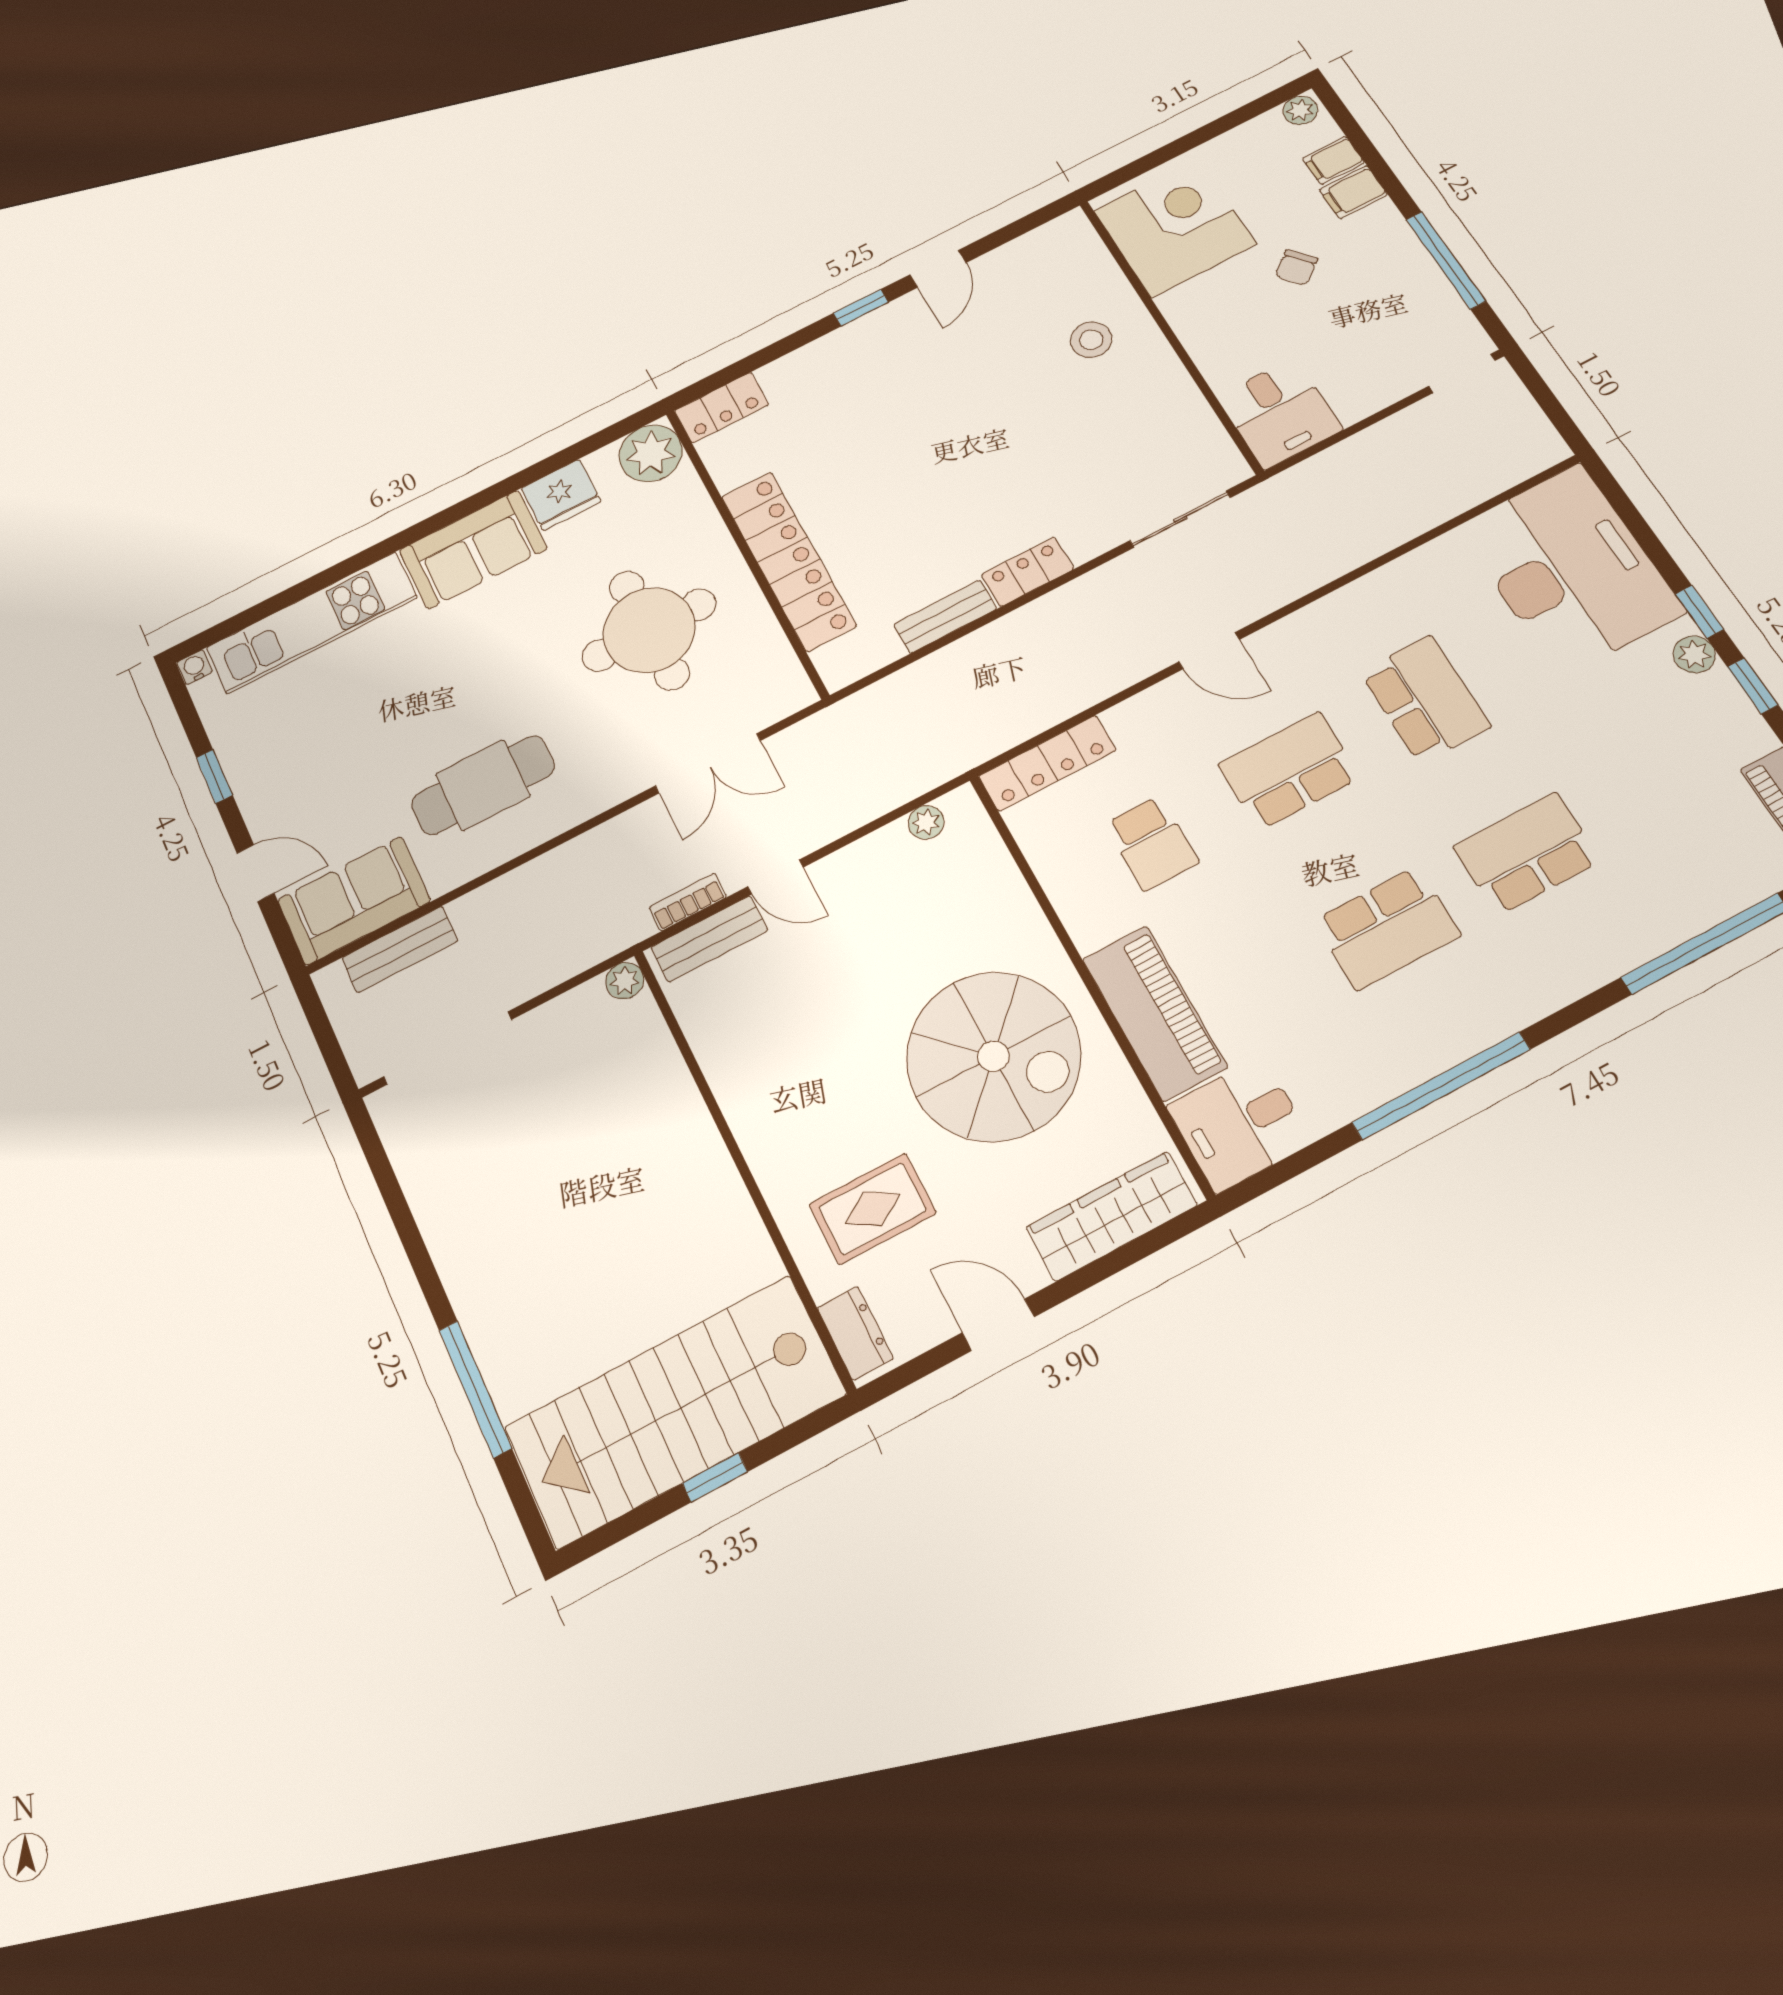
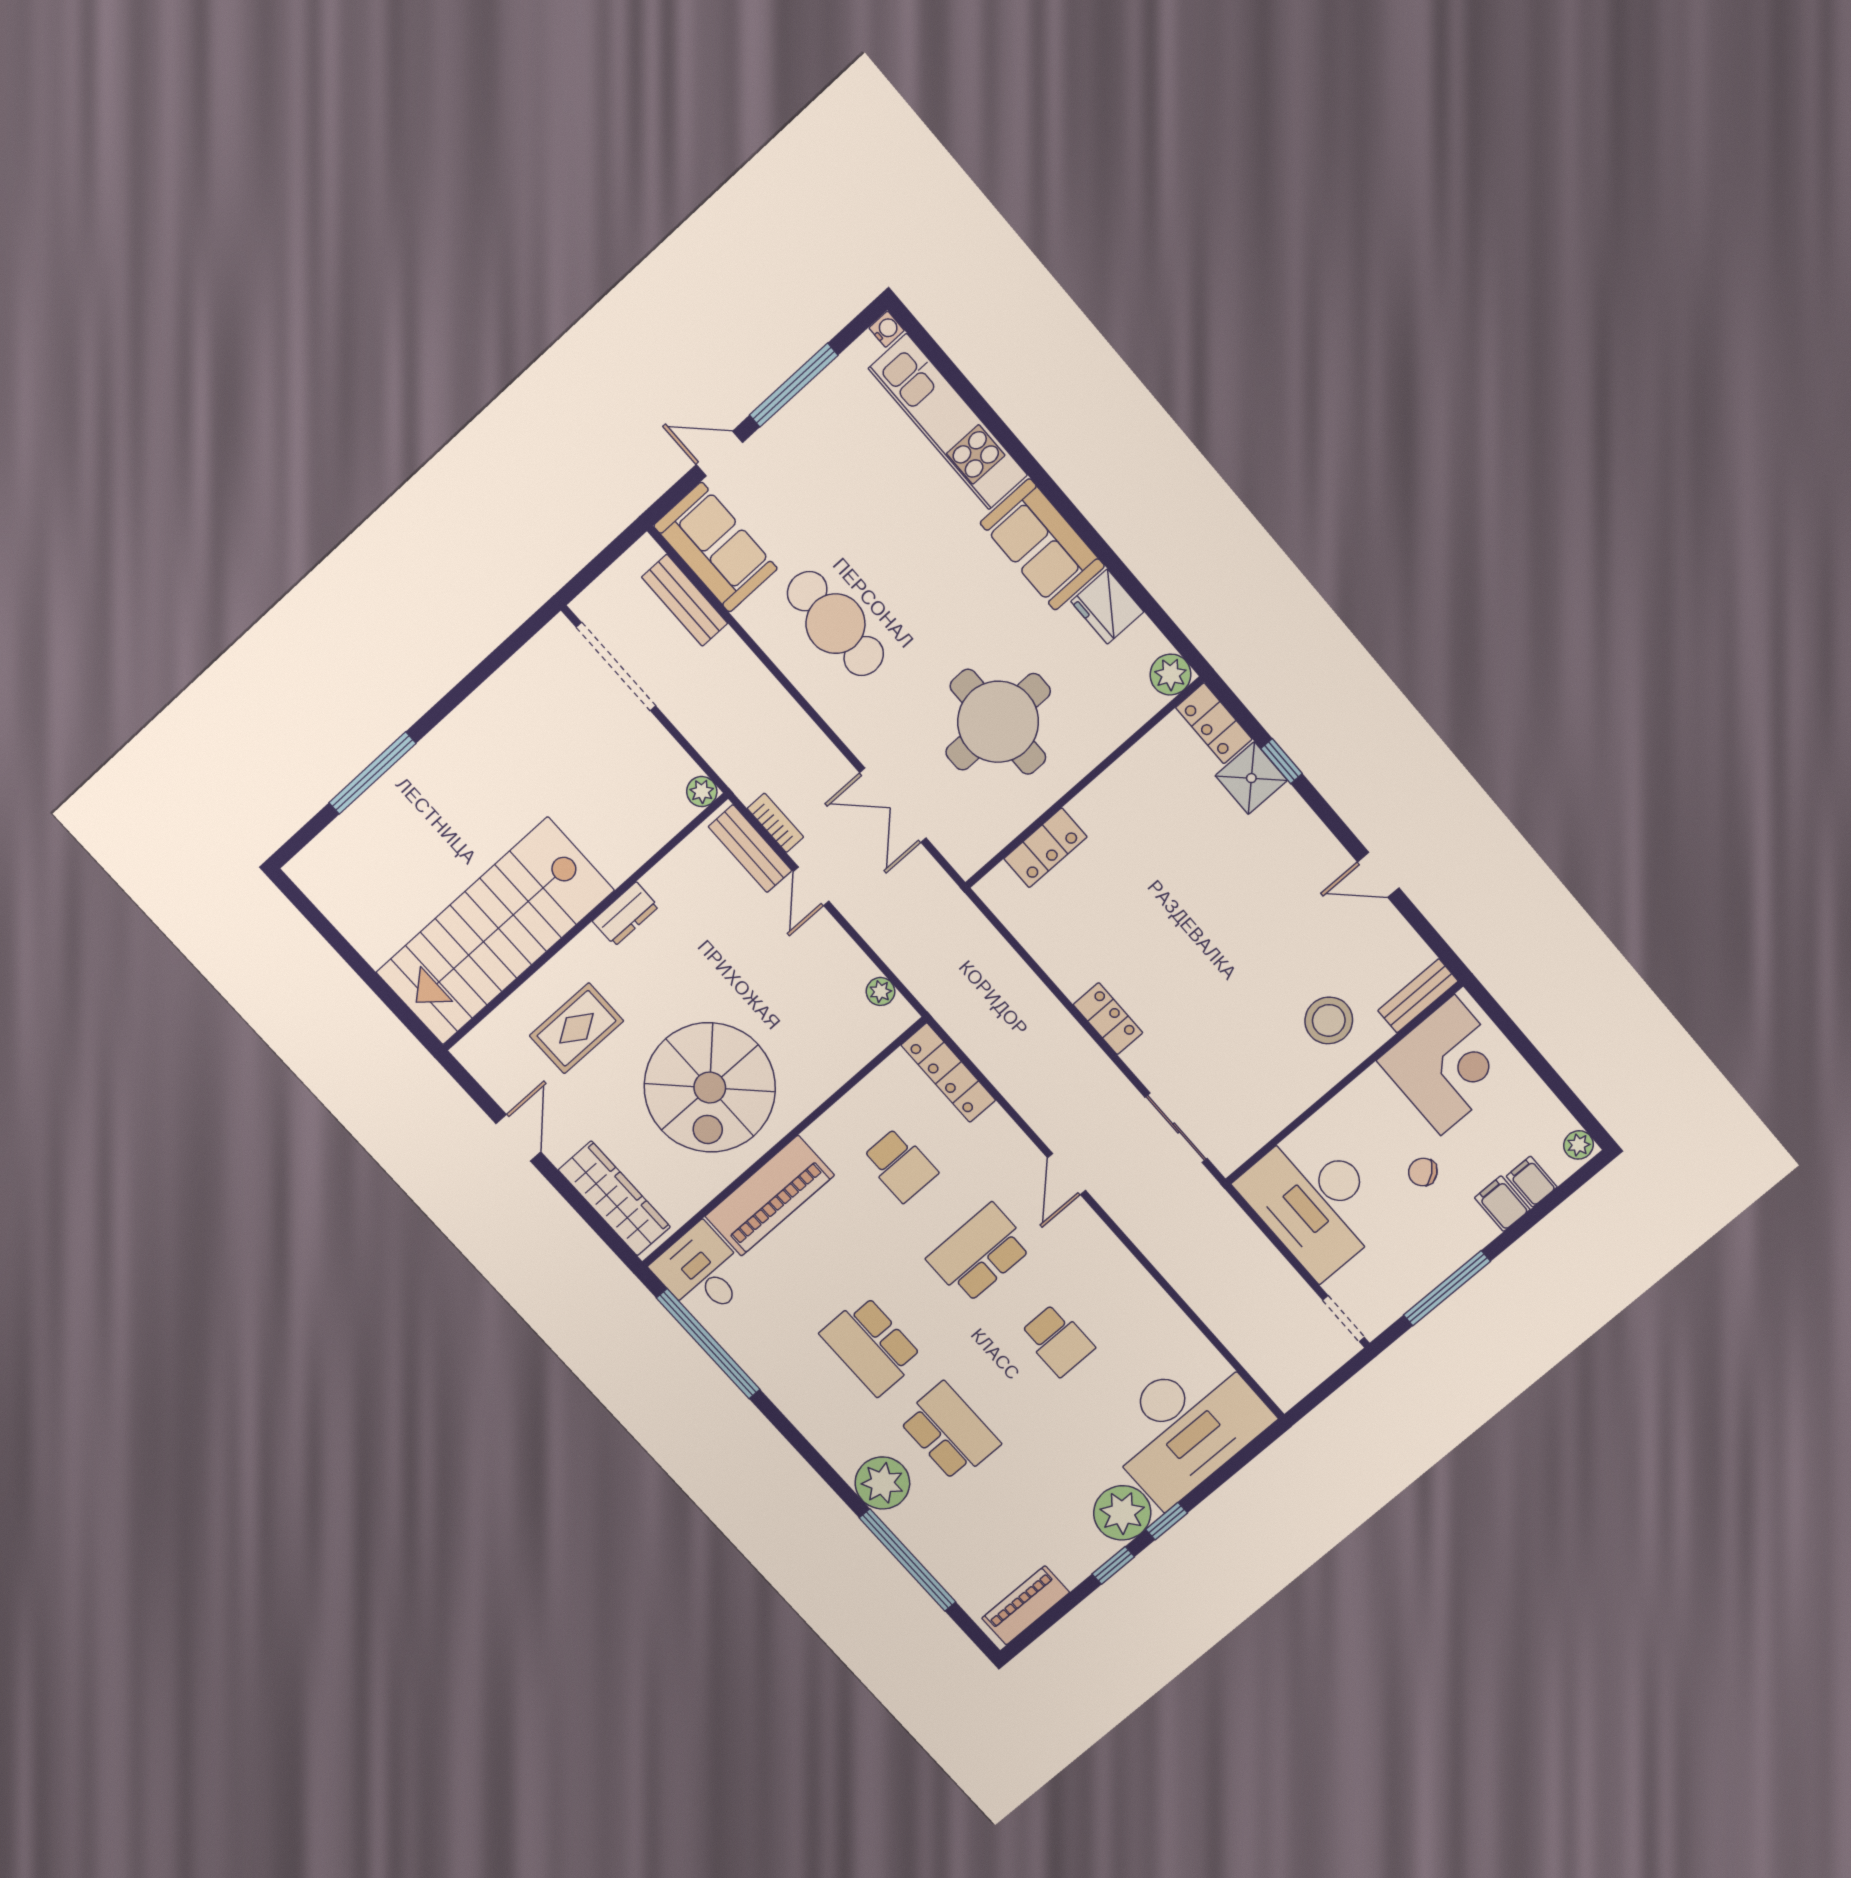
window: (861, 308) -> (1281, 761), moved
stool: (1091, 340) -> (1329, 1020), width x1.38, depth x1.38
shower: (793, 379) -> (1251, 778), added
desk: (1279, 413) -> (1315, 1201), width x1.87, depth x1.30
plant: (651, 453) -> (1171, 675), width x0.73, depth x0.73
locker: (788, 561) -> (1045, 848), width x0.46, depth x0.83
bench: (945, 617) -> (1418, 996), moved, turned 90
plant: (1694, 654) -> (1122, 1513), width x1.87, depth x1.87
school desk: (1425, 699) -> (1057, 1340), width x0.54
school desk: (1289, 771) -> (979, 1253), turned -90
window: (214, 776) -> (794, 385), width x2.17
school desk: (1152, 843) -> (900, 1165), turned -90
door: (256, 873) -> (719, 454), swing flipped
plant: (1586, 953) -> (882, 1483), added
window: (1441, 1086) -> (708, 1344), moved
rug: (873, 1209) -> (576, 1028), turned 90
dresser: (855, 1333) -> (626, 914), moved
stairs: (675, 1411) -> (495, 931), moved, turned -90
window: (715, 1477) -> (361, 967), removed

